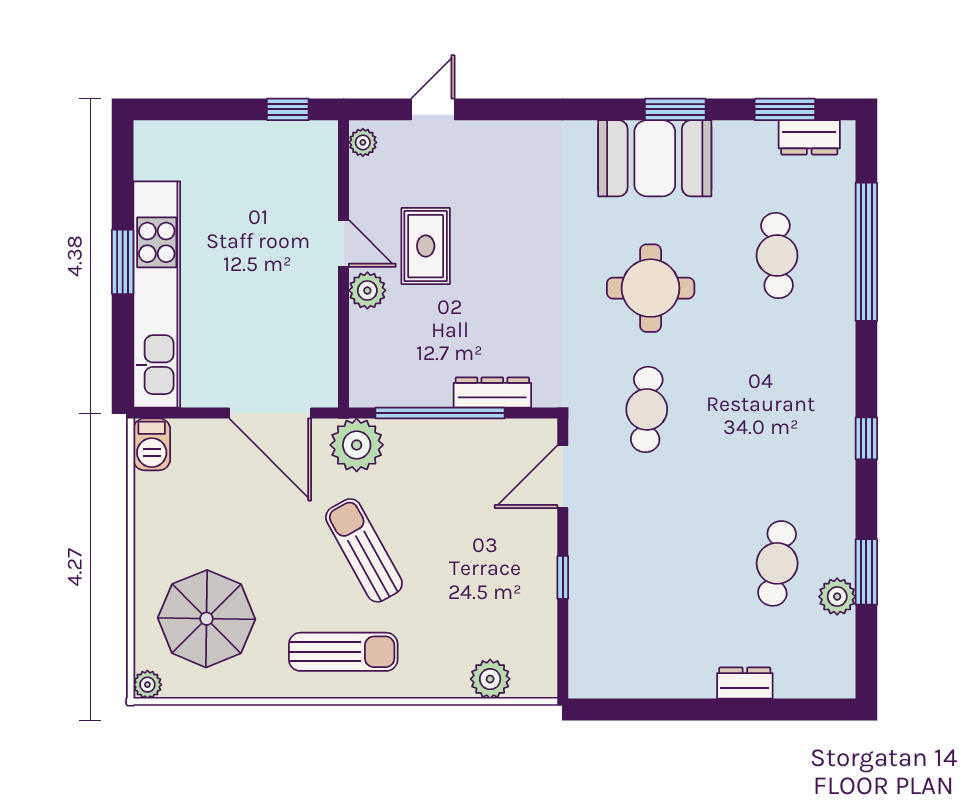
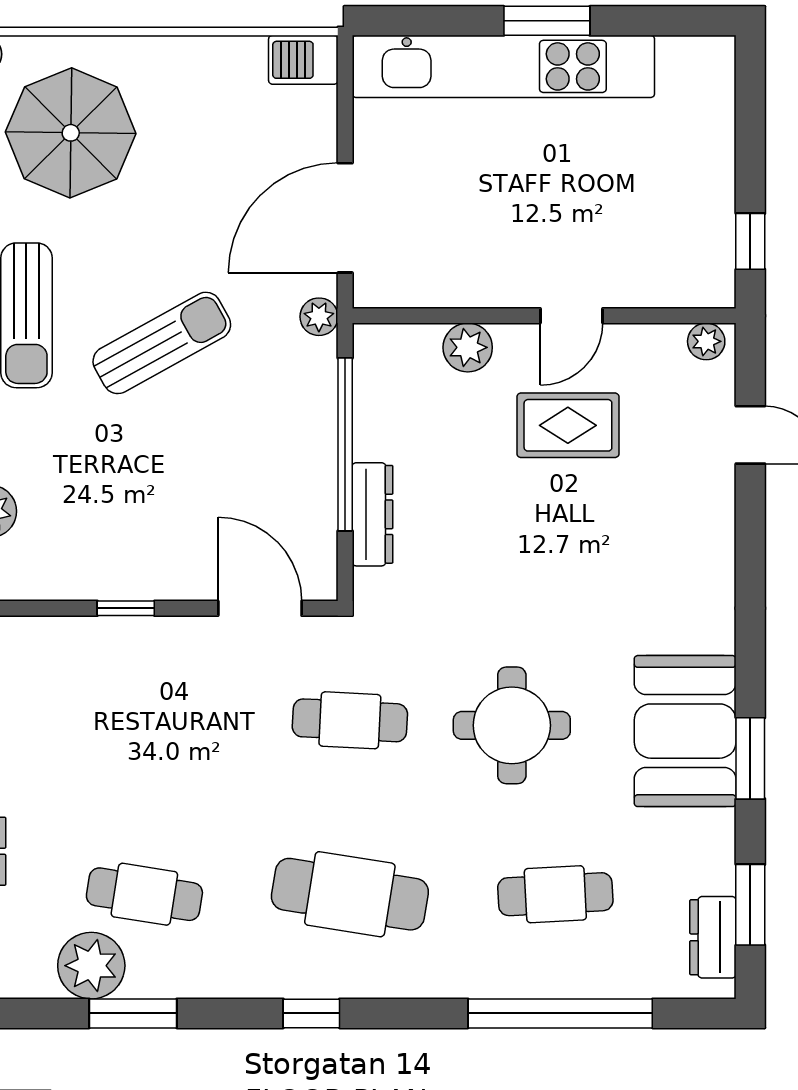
plant: (367, 290) -> (468, 347), moved
cafe table: (777, 409) -> (350, 894), added
plant: (357, 445) -> (319, 317), width x0.53, depth x0.53
plant: (837, 597) -> (91, 966), width x1.36, depth x1.36

